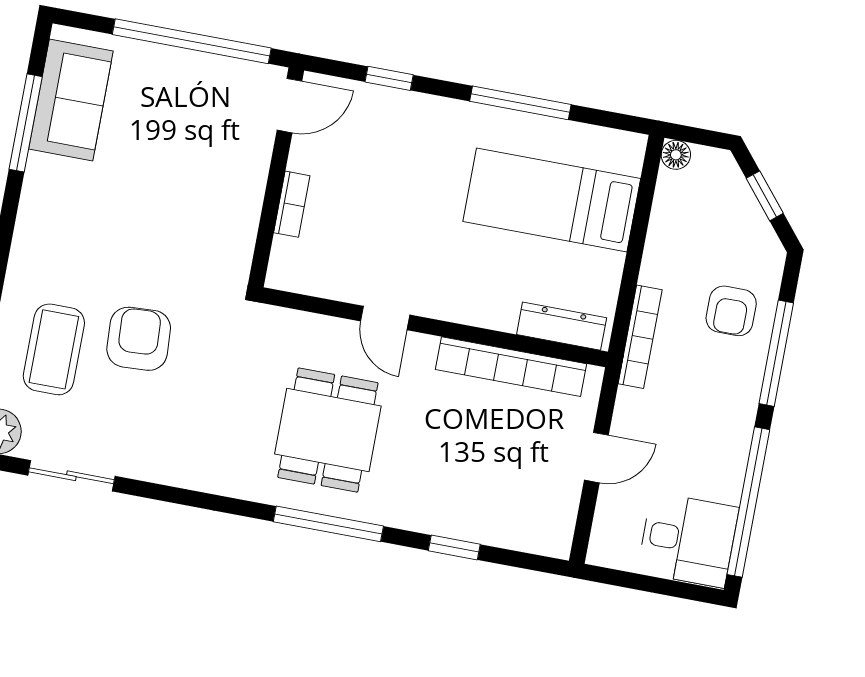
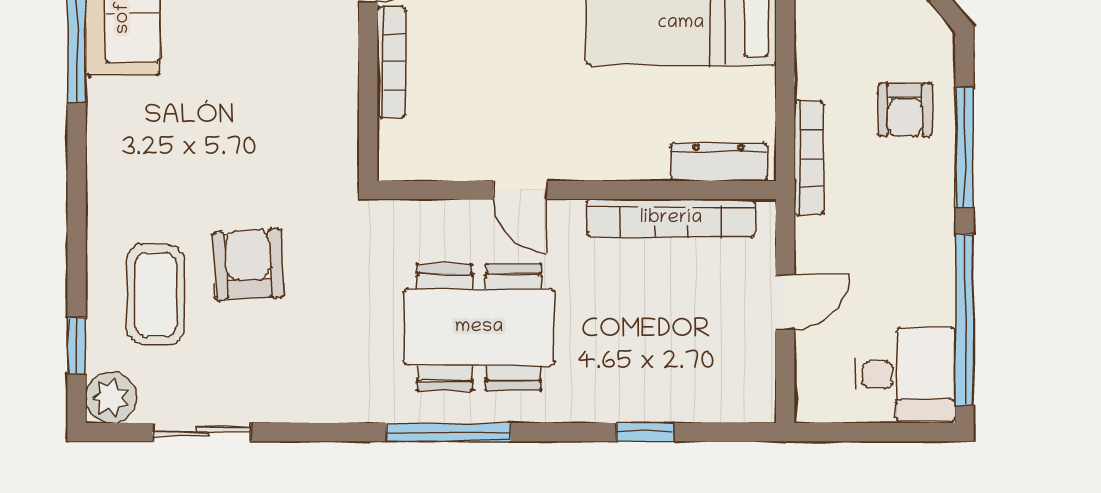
bookcase: (292, 204) -> (391, 62), width x1.56
dining table: (328, 430) -> (479, 327), width x1.38
window: (328, 524) -> (448, 432), moved

